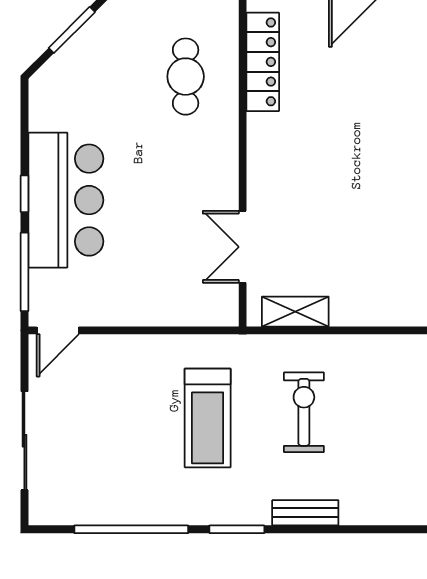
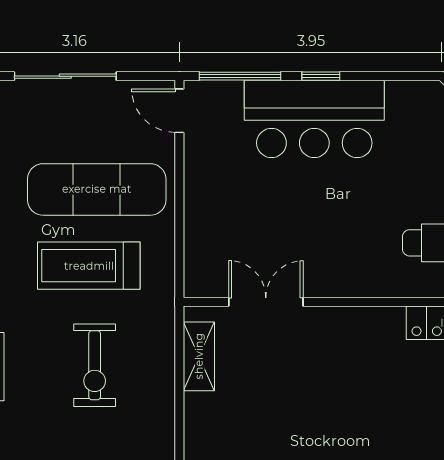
exercise mat: (134, 410) -> (97, 189), added
exercise bike: (304, 412) -> (95, 365), turned 90

